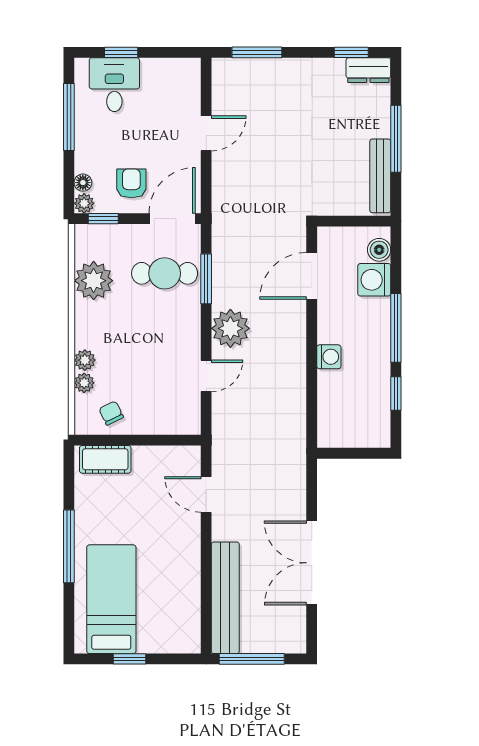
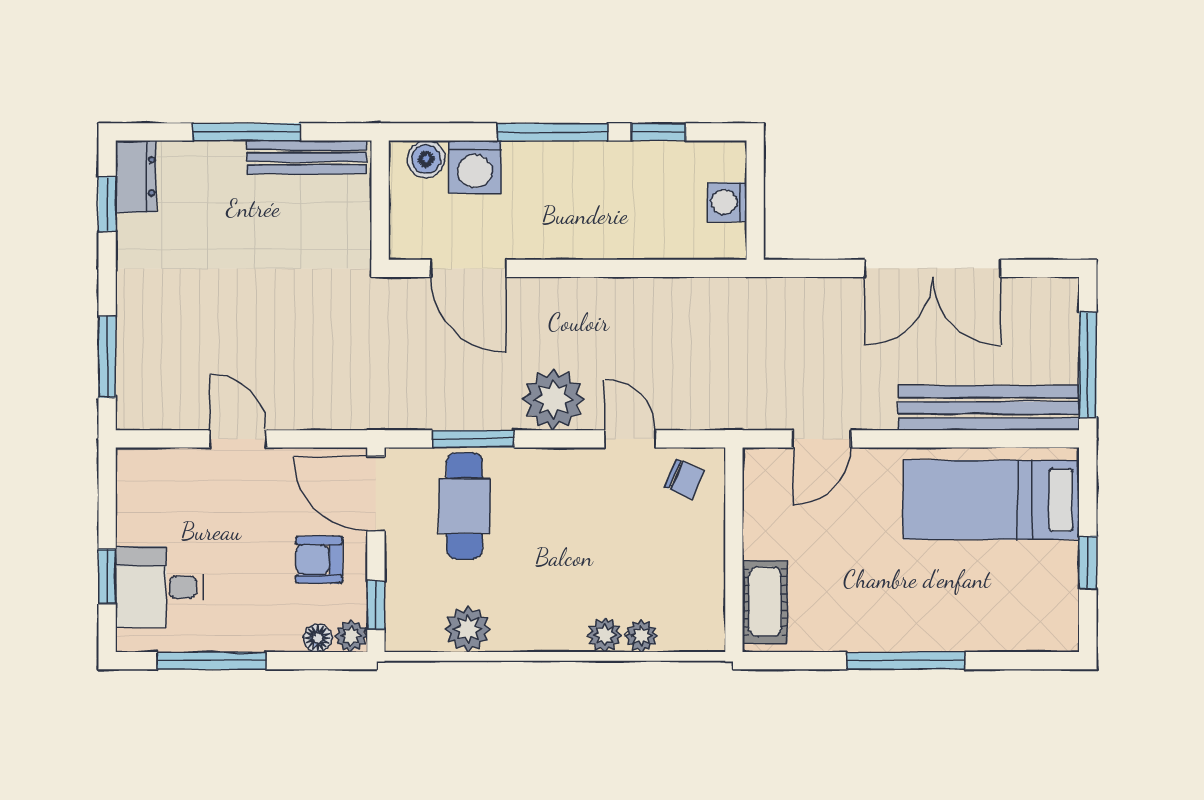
plant: (94, 281) -> (468, 629), width x0.73, depth x0.73
washing machine: (329, 357) -> (727, 202), moved, turned -90
chair: (111, 413) -> (684, 479), moved, turned -130
bed: (111, 599) -> (991, 500), moved

